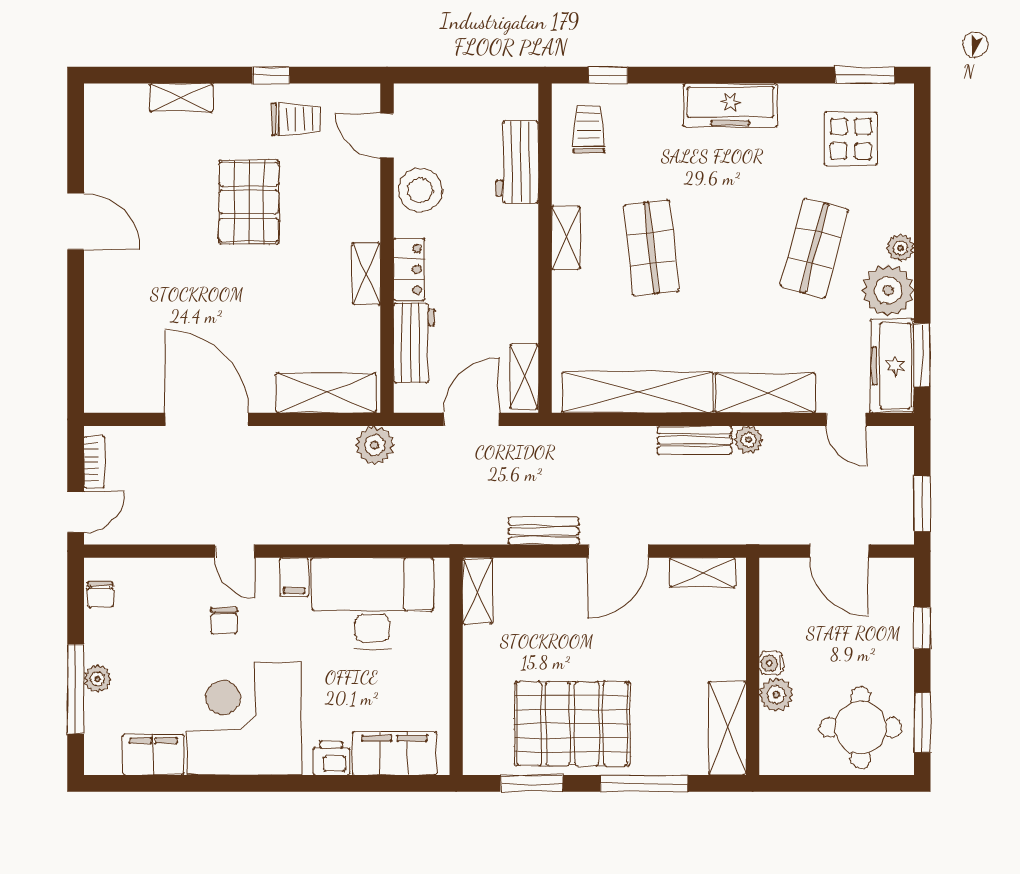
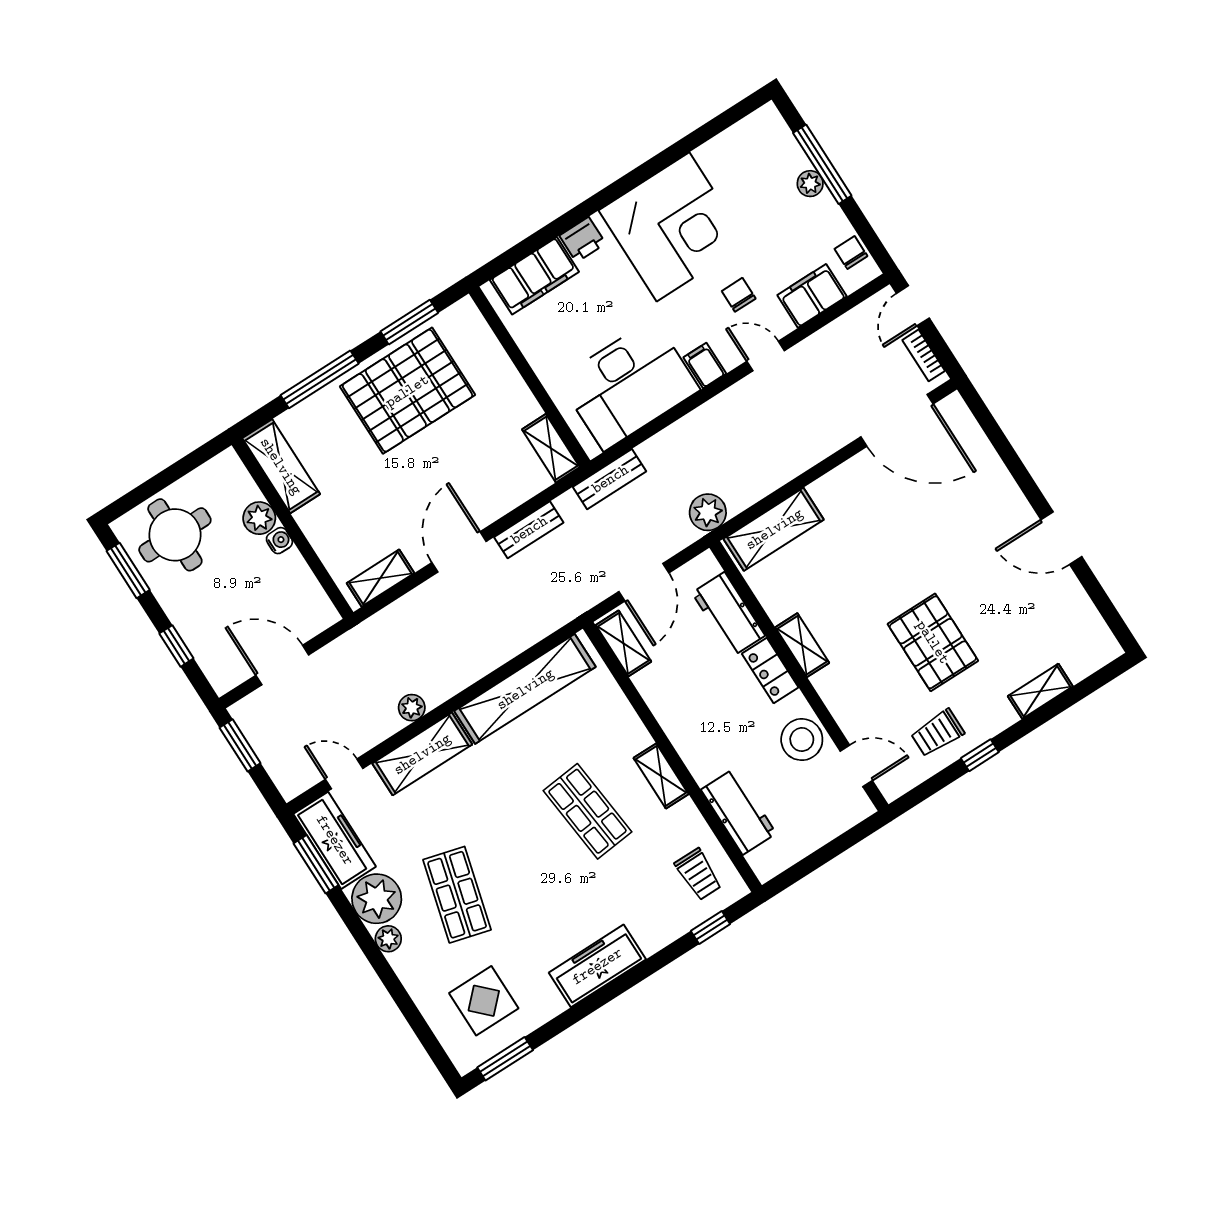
door: (207, 419) -> (897, 420), moved
bench: (695, 440) -> (610, 479), moved
filing cabinet: (153, 755) -> (812, 296), moved, turned 180

